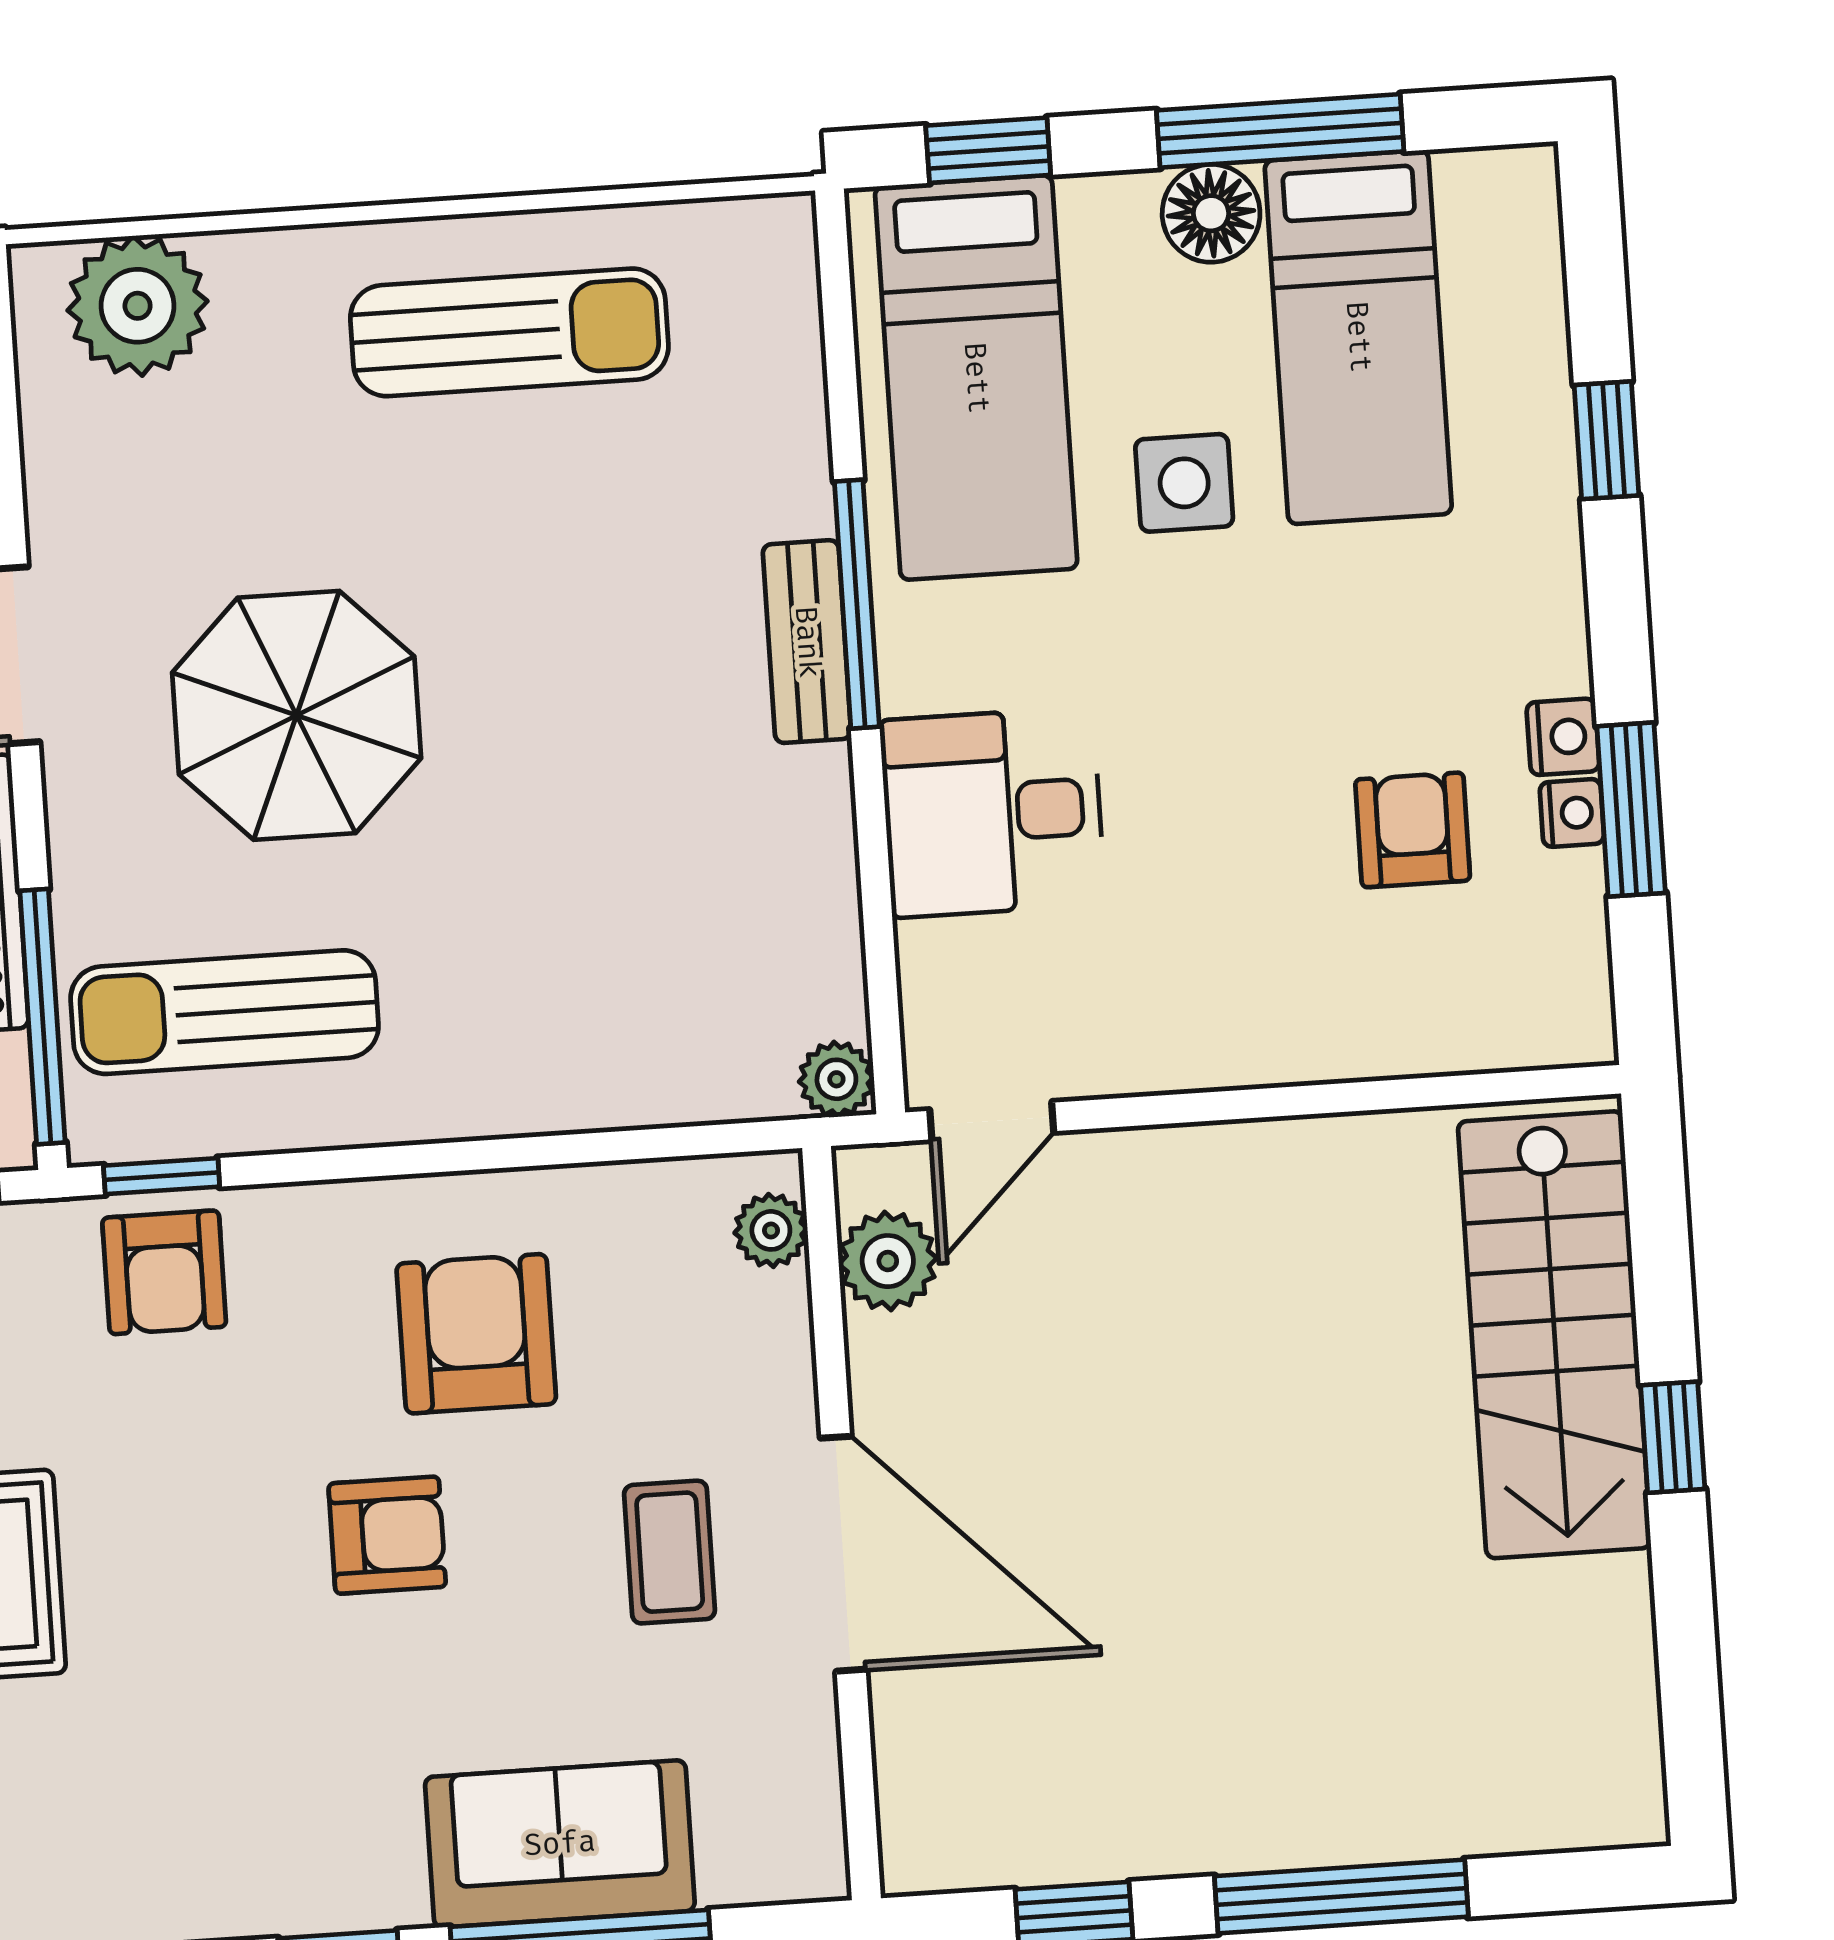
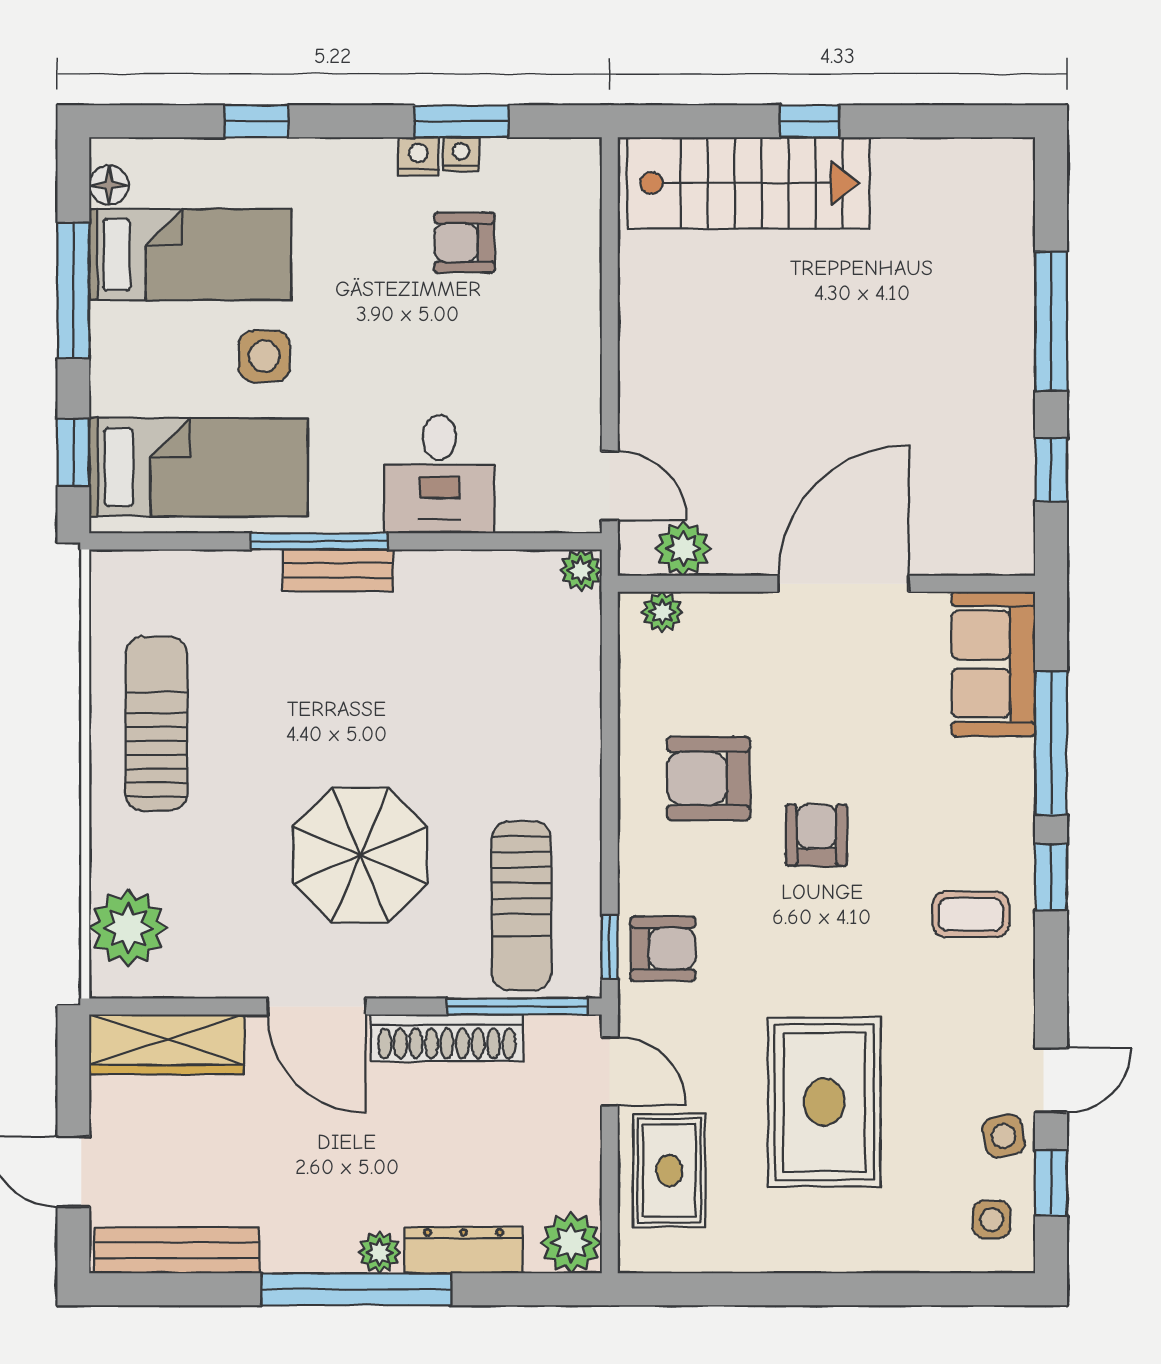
floor lamp: (1211, 213) -> (109, 185), moved, width x0.73, depth x0.73
coffee table: (670, 1552) -> (971, 914), moved
sofa: (560, 1844) -> (993, 664), moved

